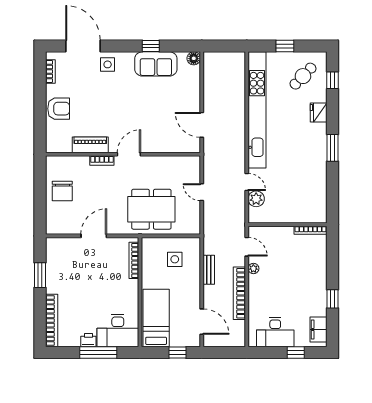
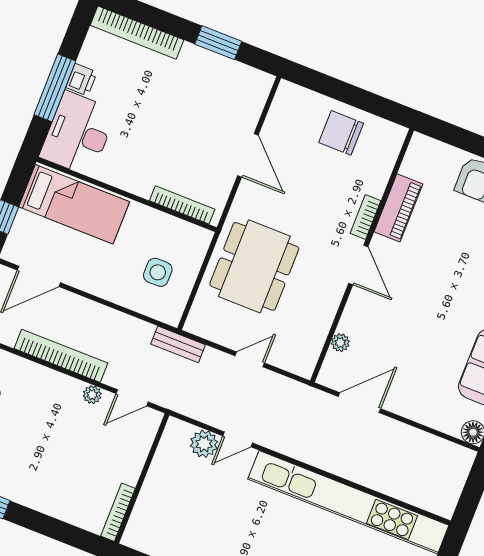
plant: (174, 148) -> (340, 343), added
bench: (209, 270) -> (178, 344), moved

